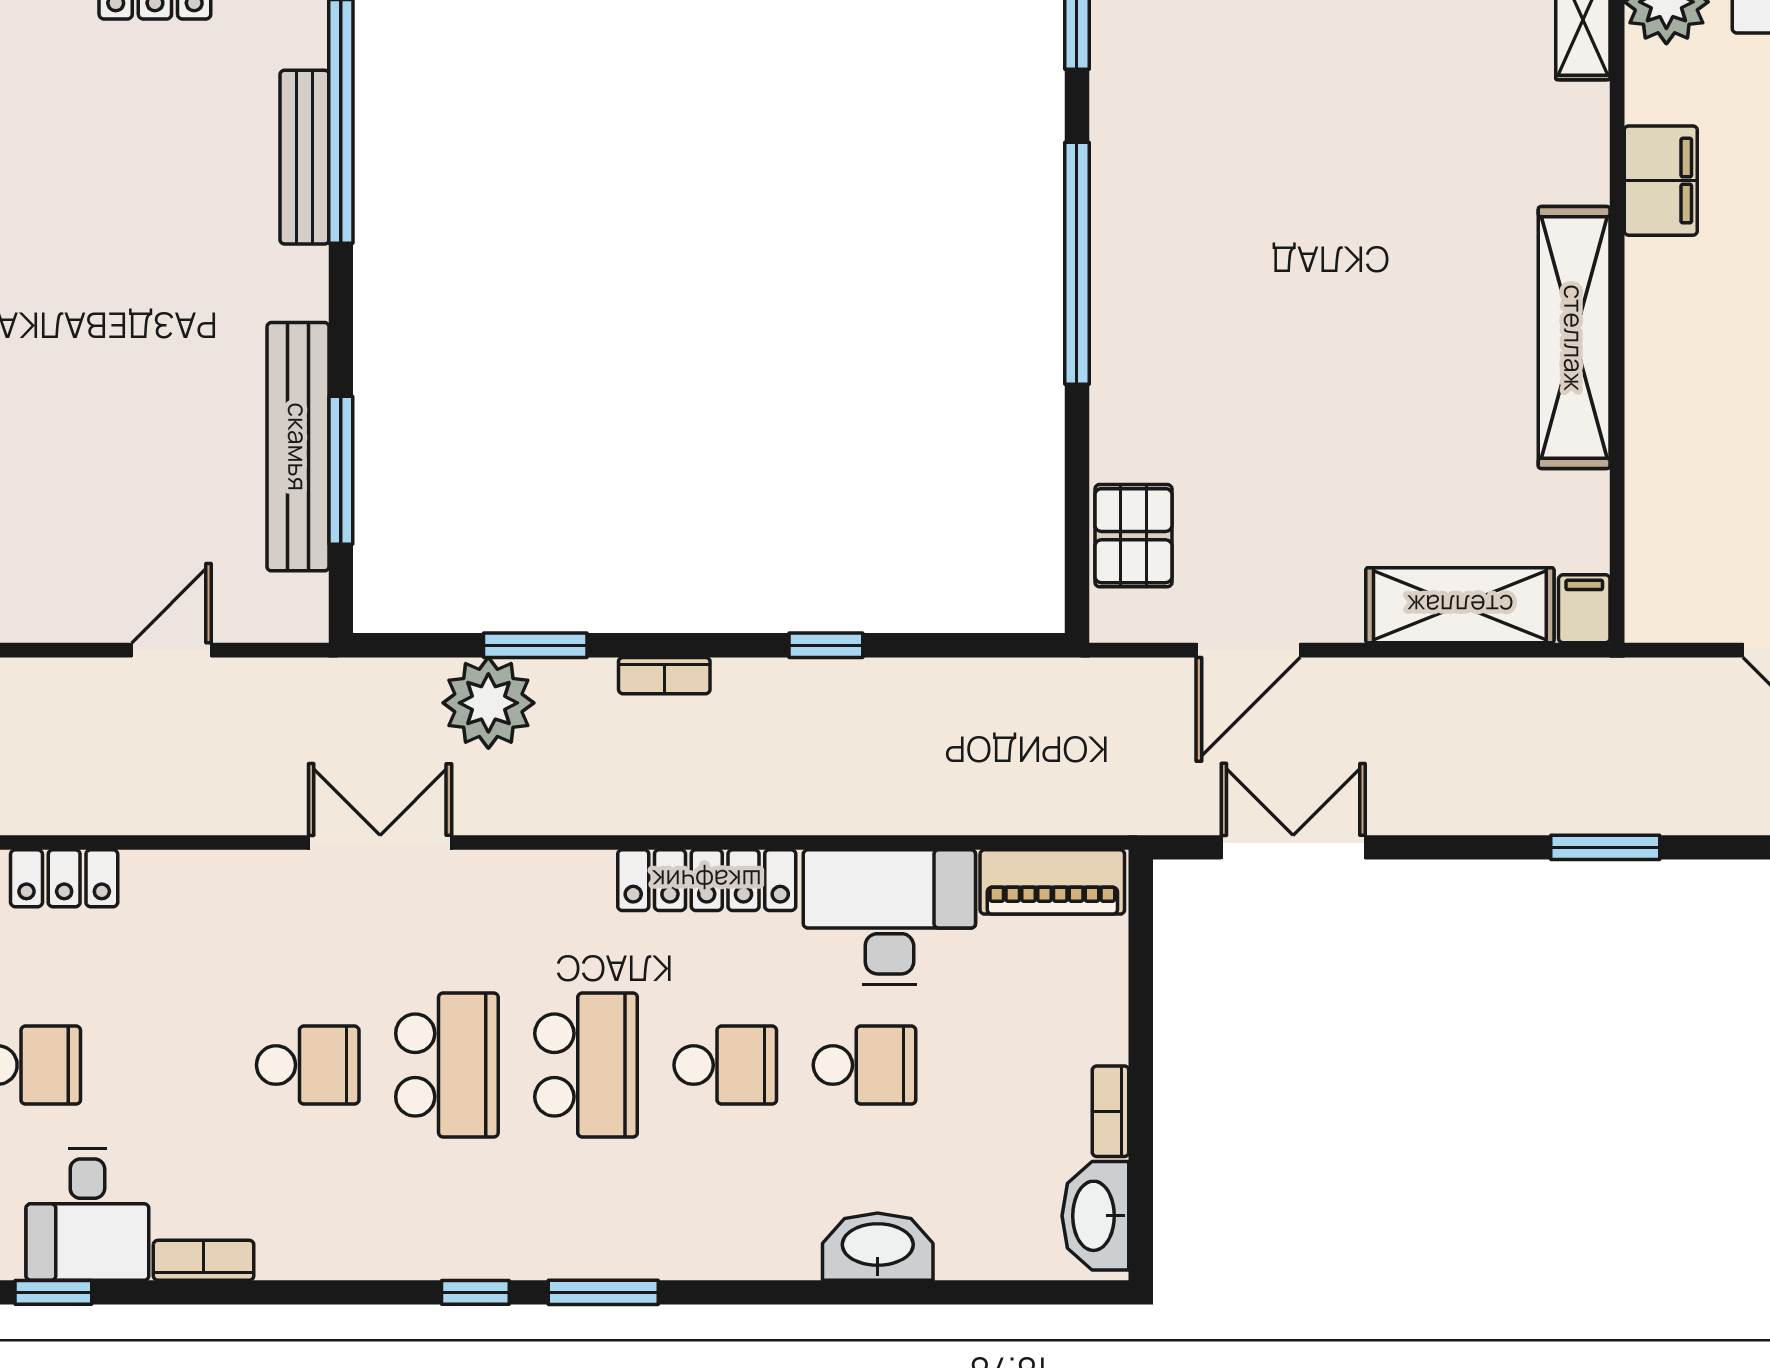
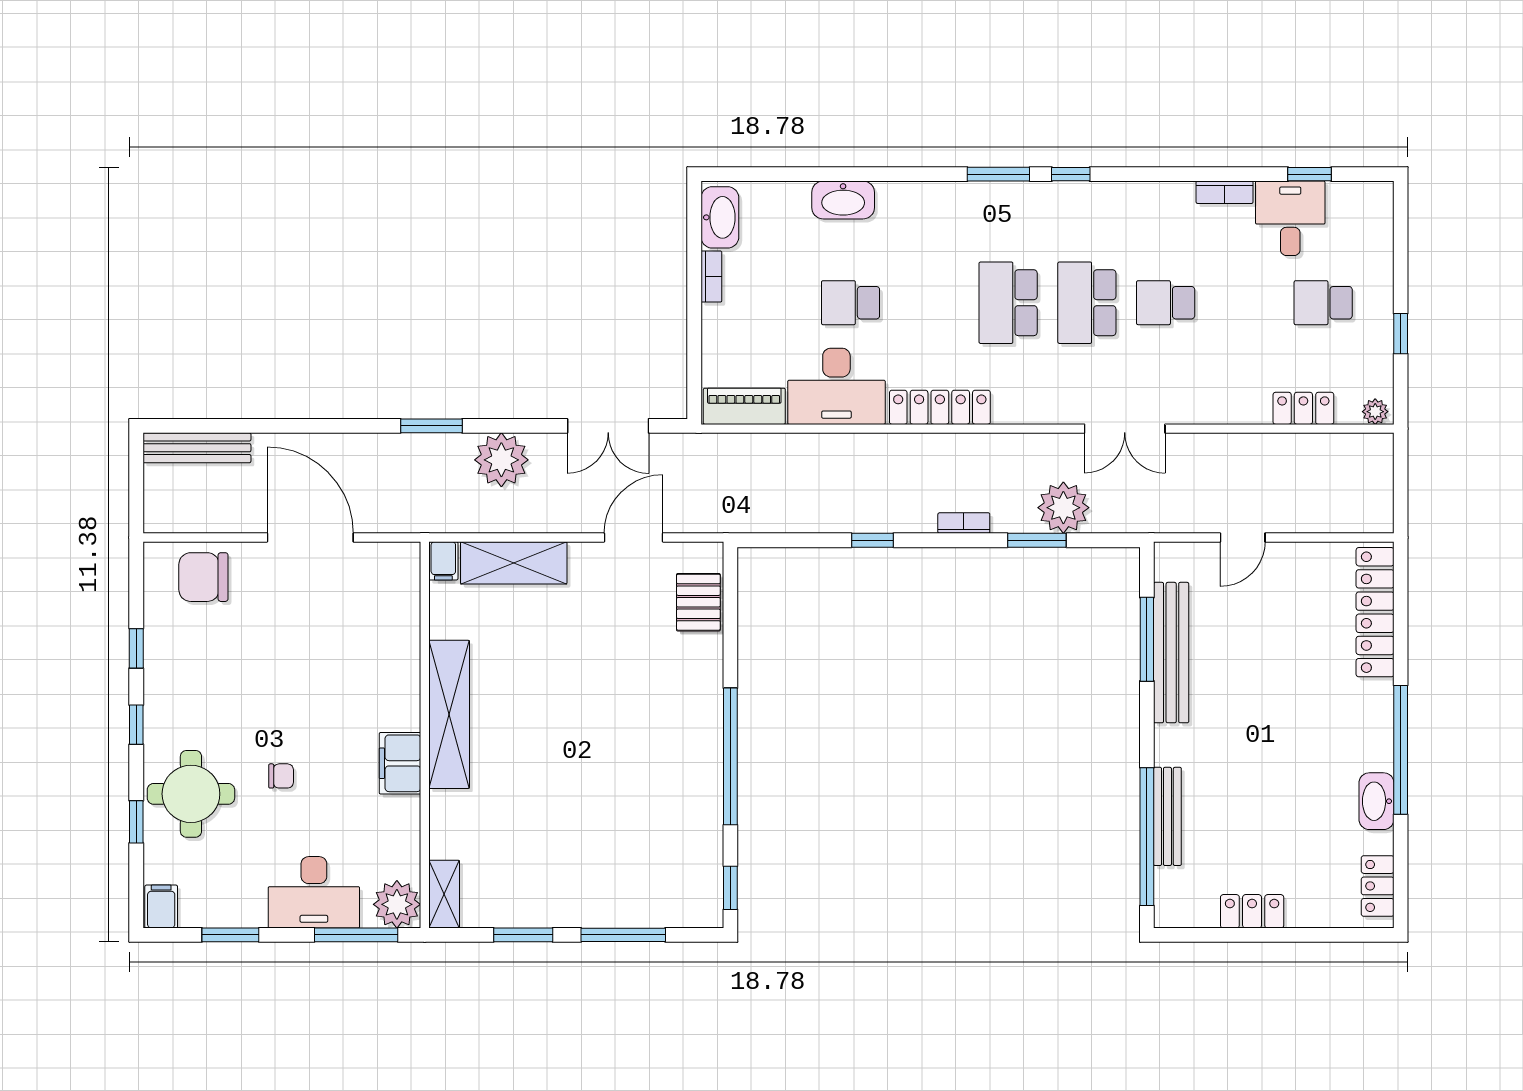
filing cabinet: (1661, 181) -> (400, 763), moved
plant: (1482, 787) -> (501, 460), added
school desk: (725, 1065) -> (929, 303), removed

